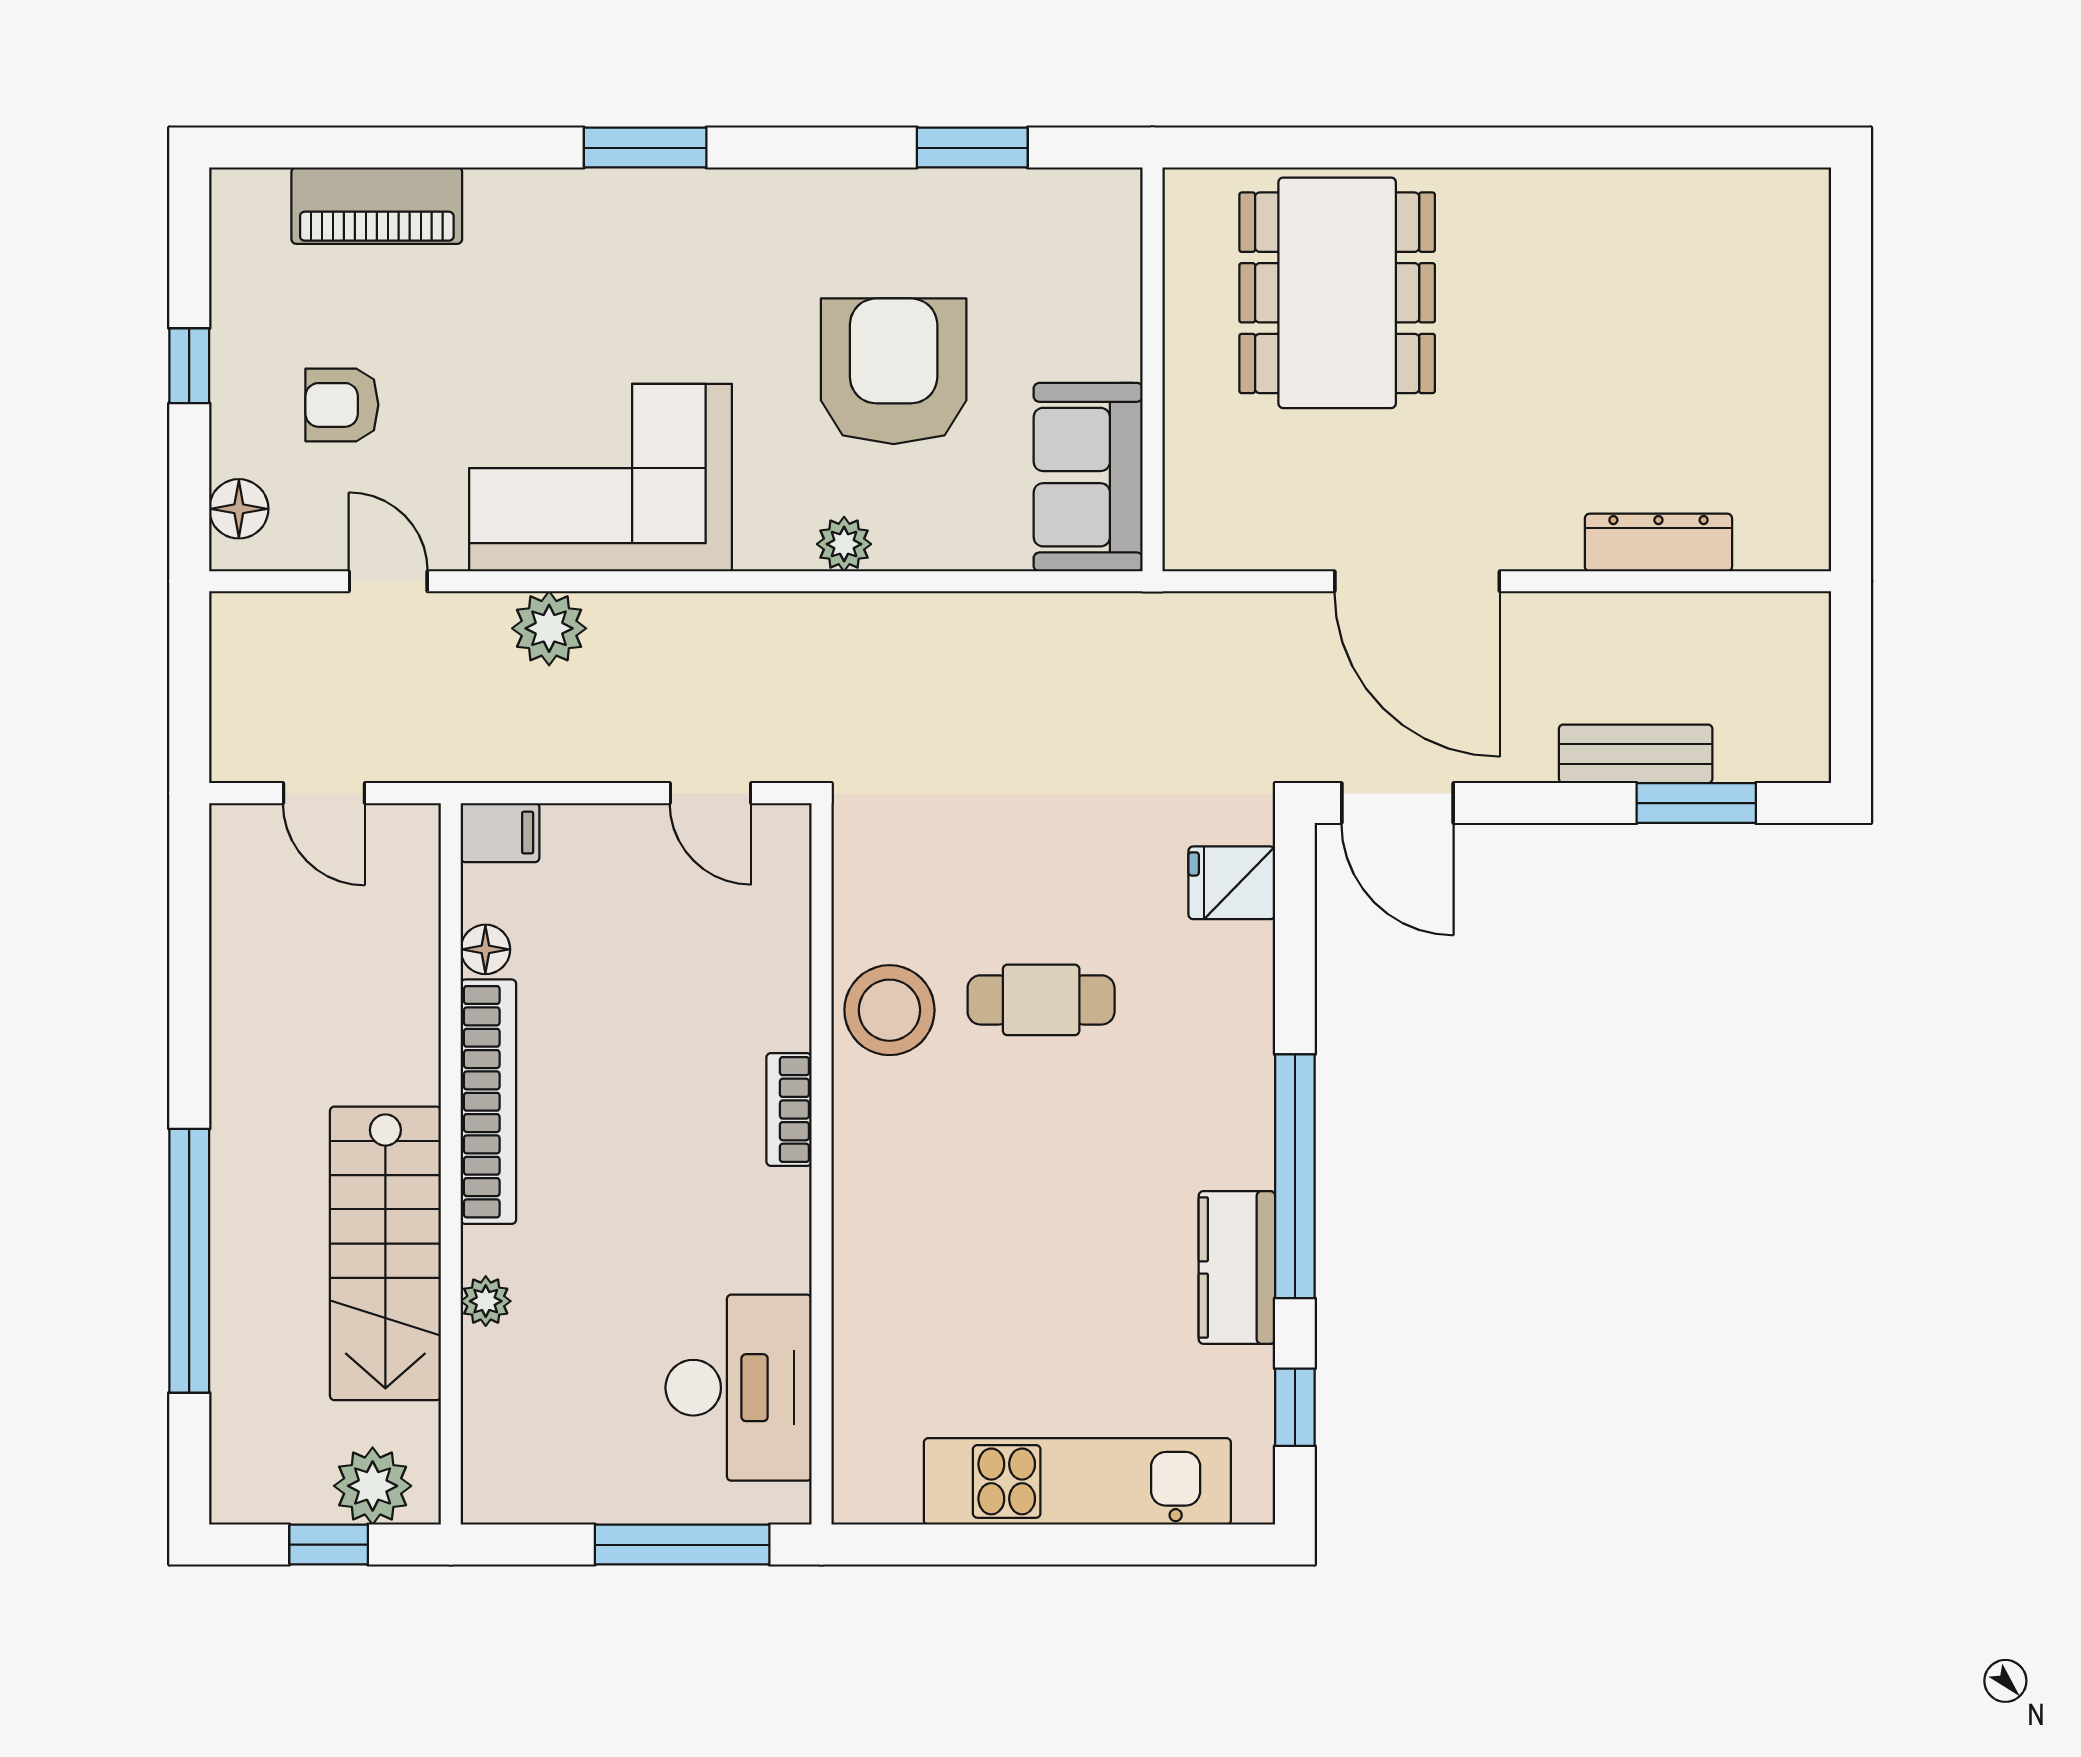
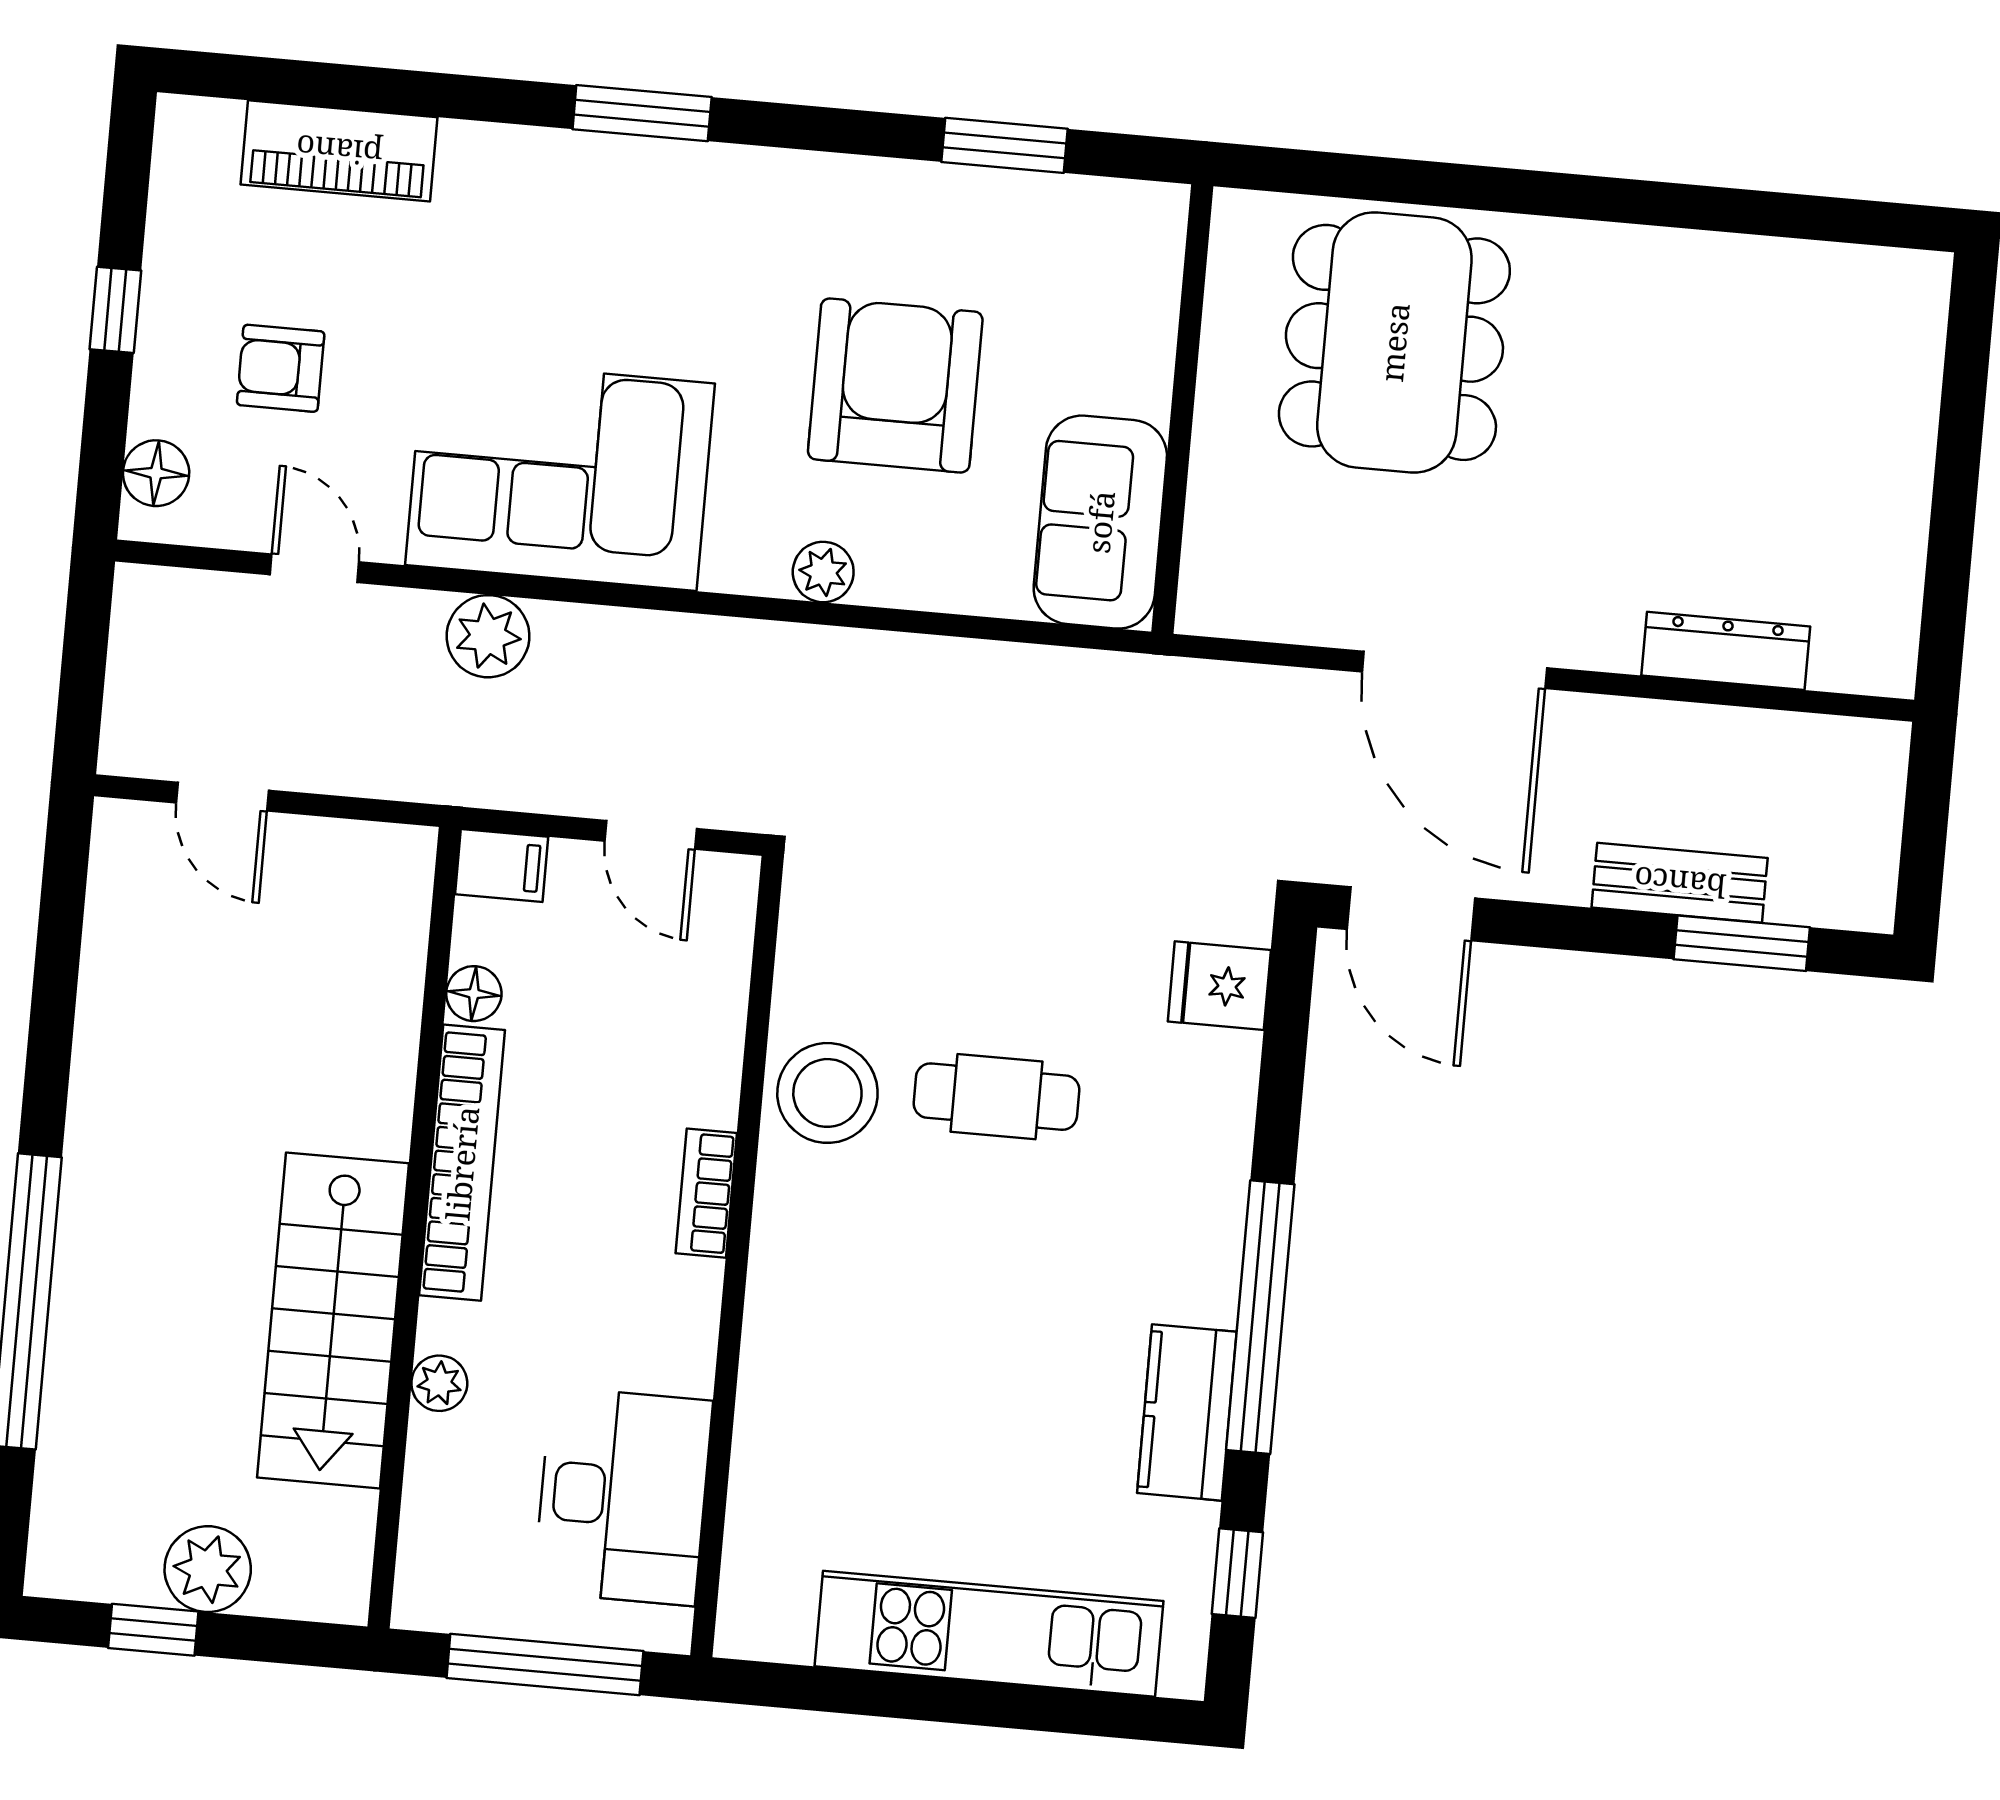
filing cabinet: (500, 833) -> (502, 866), moved
floor lamp: (485, 949) -> (474, 994), moved
bookcase: (488, 1102) -> (462, 1163), moved
wall: (451, 1164) -> (414, 1228), moved
stairs: (385, 1253) -> (333, 1320), moved
plant: (486, 1301) -> (439, 1383), moved

